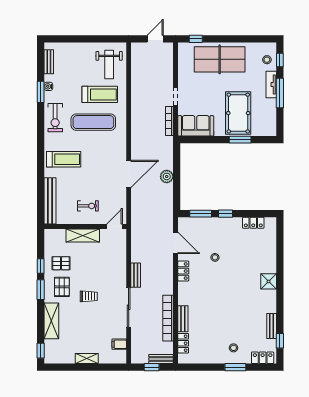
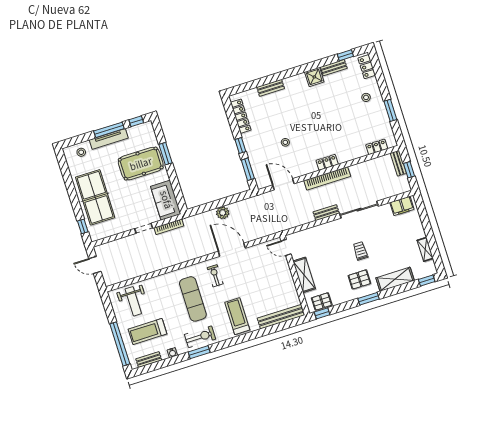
window: (72, 39) -> (120, 344), added
window: (280, 60) -> (136, 121), moved
weight bench: (109, 64) -> (133, 301), turned 90
tv unit: (271, 84) -> (109, 139), width x1.41
window: (41, 92) -> (199, 352), moved
treadmill: (100, 94) -> (147, 331), moved, turned -90
exercise bike: (88, 206) -> (215, 276), moved
locker: (253, 223) -> (241, 116), width x1.53
door: (176, 243) -> (283, 184), hinge flipped
pallet: (61, 263) -> (322, 301), moved, turned 90
window: (41, 266) -> (322, 313), moved
locker: (183, 271) -> (327, 162), moved
shower: (269, 281) -> (314, 77), moved
bookcase: (168, 318) -> (327, 178), moved
bench: (183, 319) -> (271, 88), moved
filing cabinet: (119, 344) -> (402, 206), width x2.00
shelving: (87, 359) -> (425, 249), moved
window: (235, 367) -> (390, 110), moved

